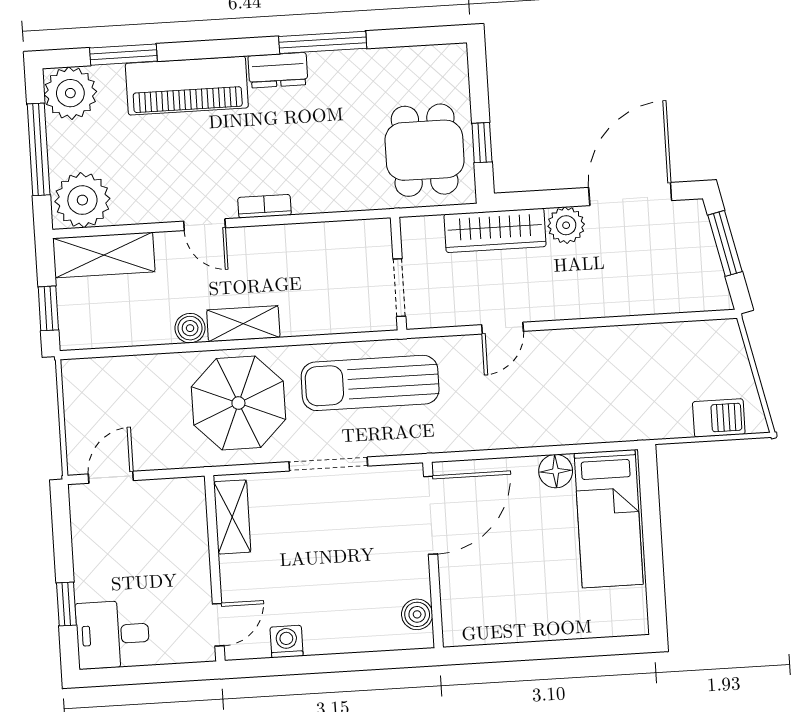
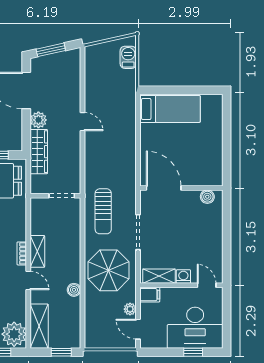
door: (205, 225) -> (28, 281), hinge flipped
shelving: (243, 324) -> (37, 251), moved
door: (502, 328) -> (82, 122), moved
sun lounger: (370, 383) -> (103, 211), width x0.73, depth x0.75
plant: (155, 457) -> (130, 309), added
floor lamp: (556, 471) -> (147, 131), removed
filing cabinet: (190, 499) -> (150, 295), added
desk: (113, 635) -> (195, 328), width x1.87, depth x1.30
washing machine: (287, 642) -> (183, 277), moved, turned 90

